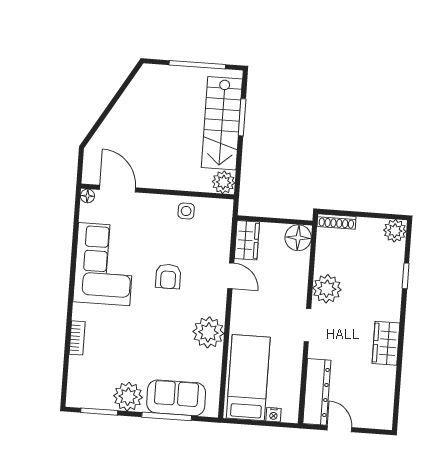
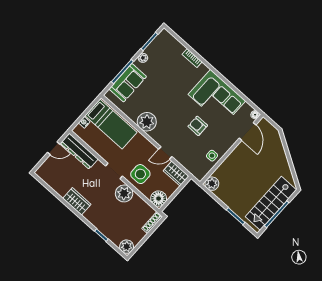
stairs: (222, 123) -> (271, 203), moved, turned -90
door: (118, 189) -> (248, 132), hinge flipped
armchair: (168, 276) -> (198, 126), moved
side table: (284, 287) -> (140, 174), added
plant: (128, 397) -> (143, 58), width x0.53, depth x0.53

